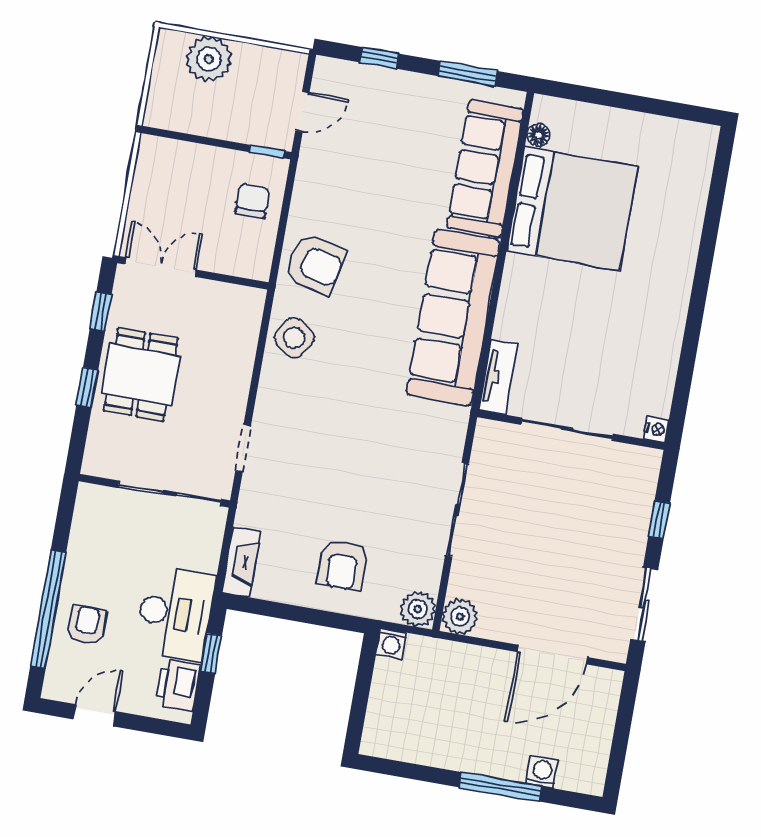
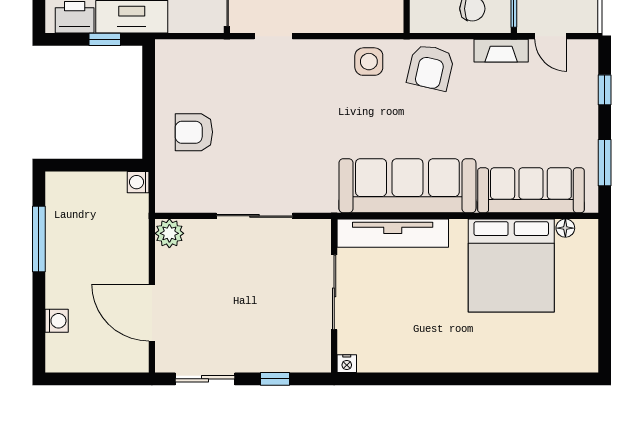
side table: (294, 338) -> (369, 62), turned -35
tv unit: (498, 377) -> (393, 233), width x1.92, depth x1.29
fireplace: (241, 562) -> (501, 51), moved
plant: (418, 609) -> (169, 198), removed
window: (500, 787) -> (39, 239), moved

